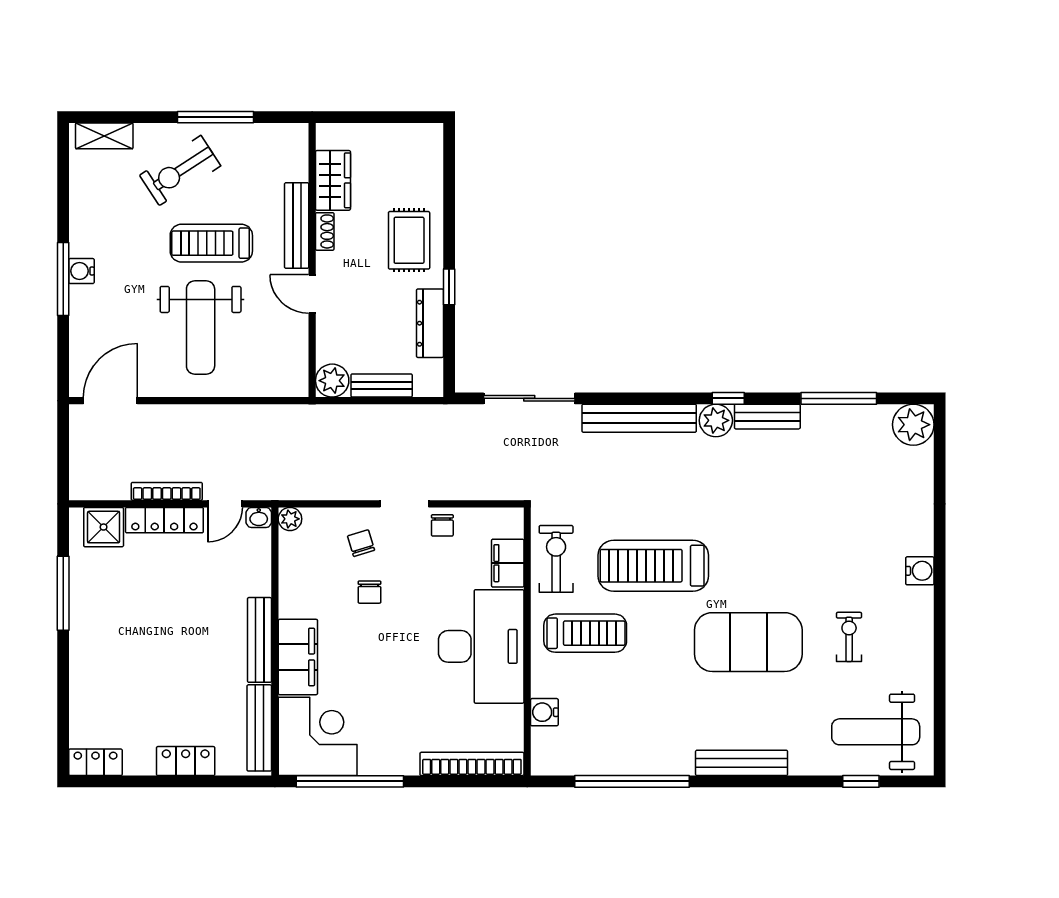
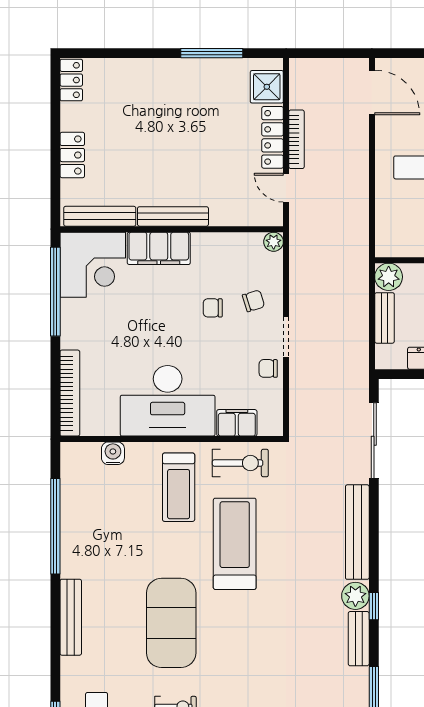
washbasin: (259, 518) -> (275, 216), removed

